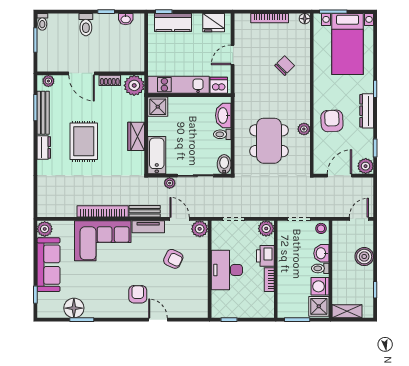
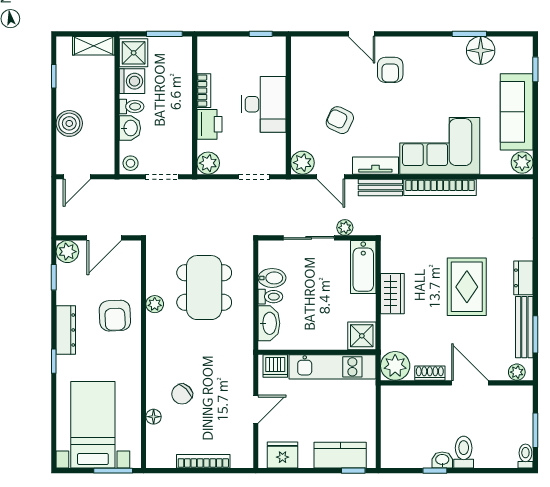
washbasin: (126, 19) -> (442, 460), moved
floor lamp: (305, 19) -> (154, 417), moved
bidet: (224, 164) -> (272, 278), moved, turned -90

